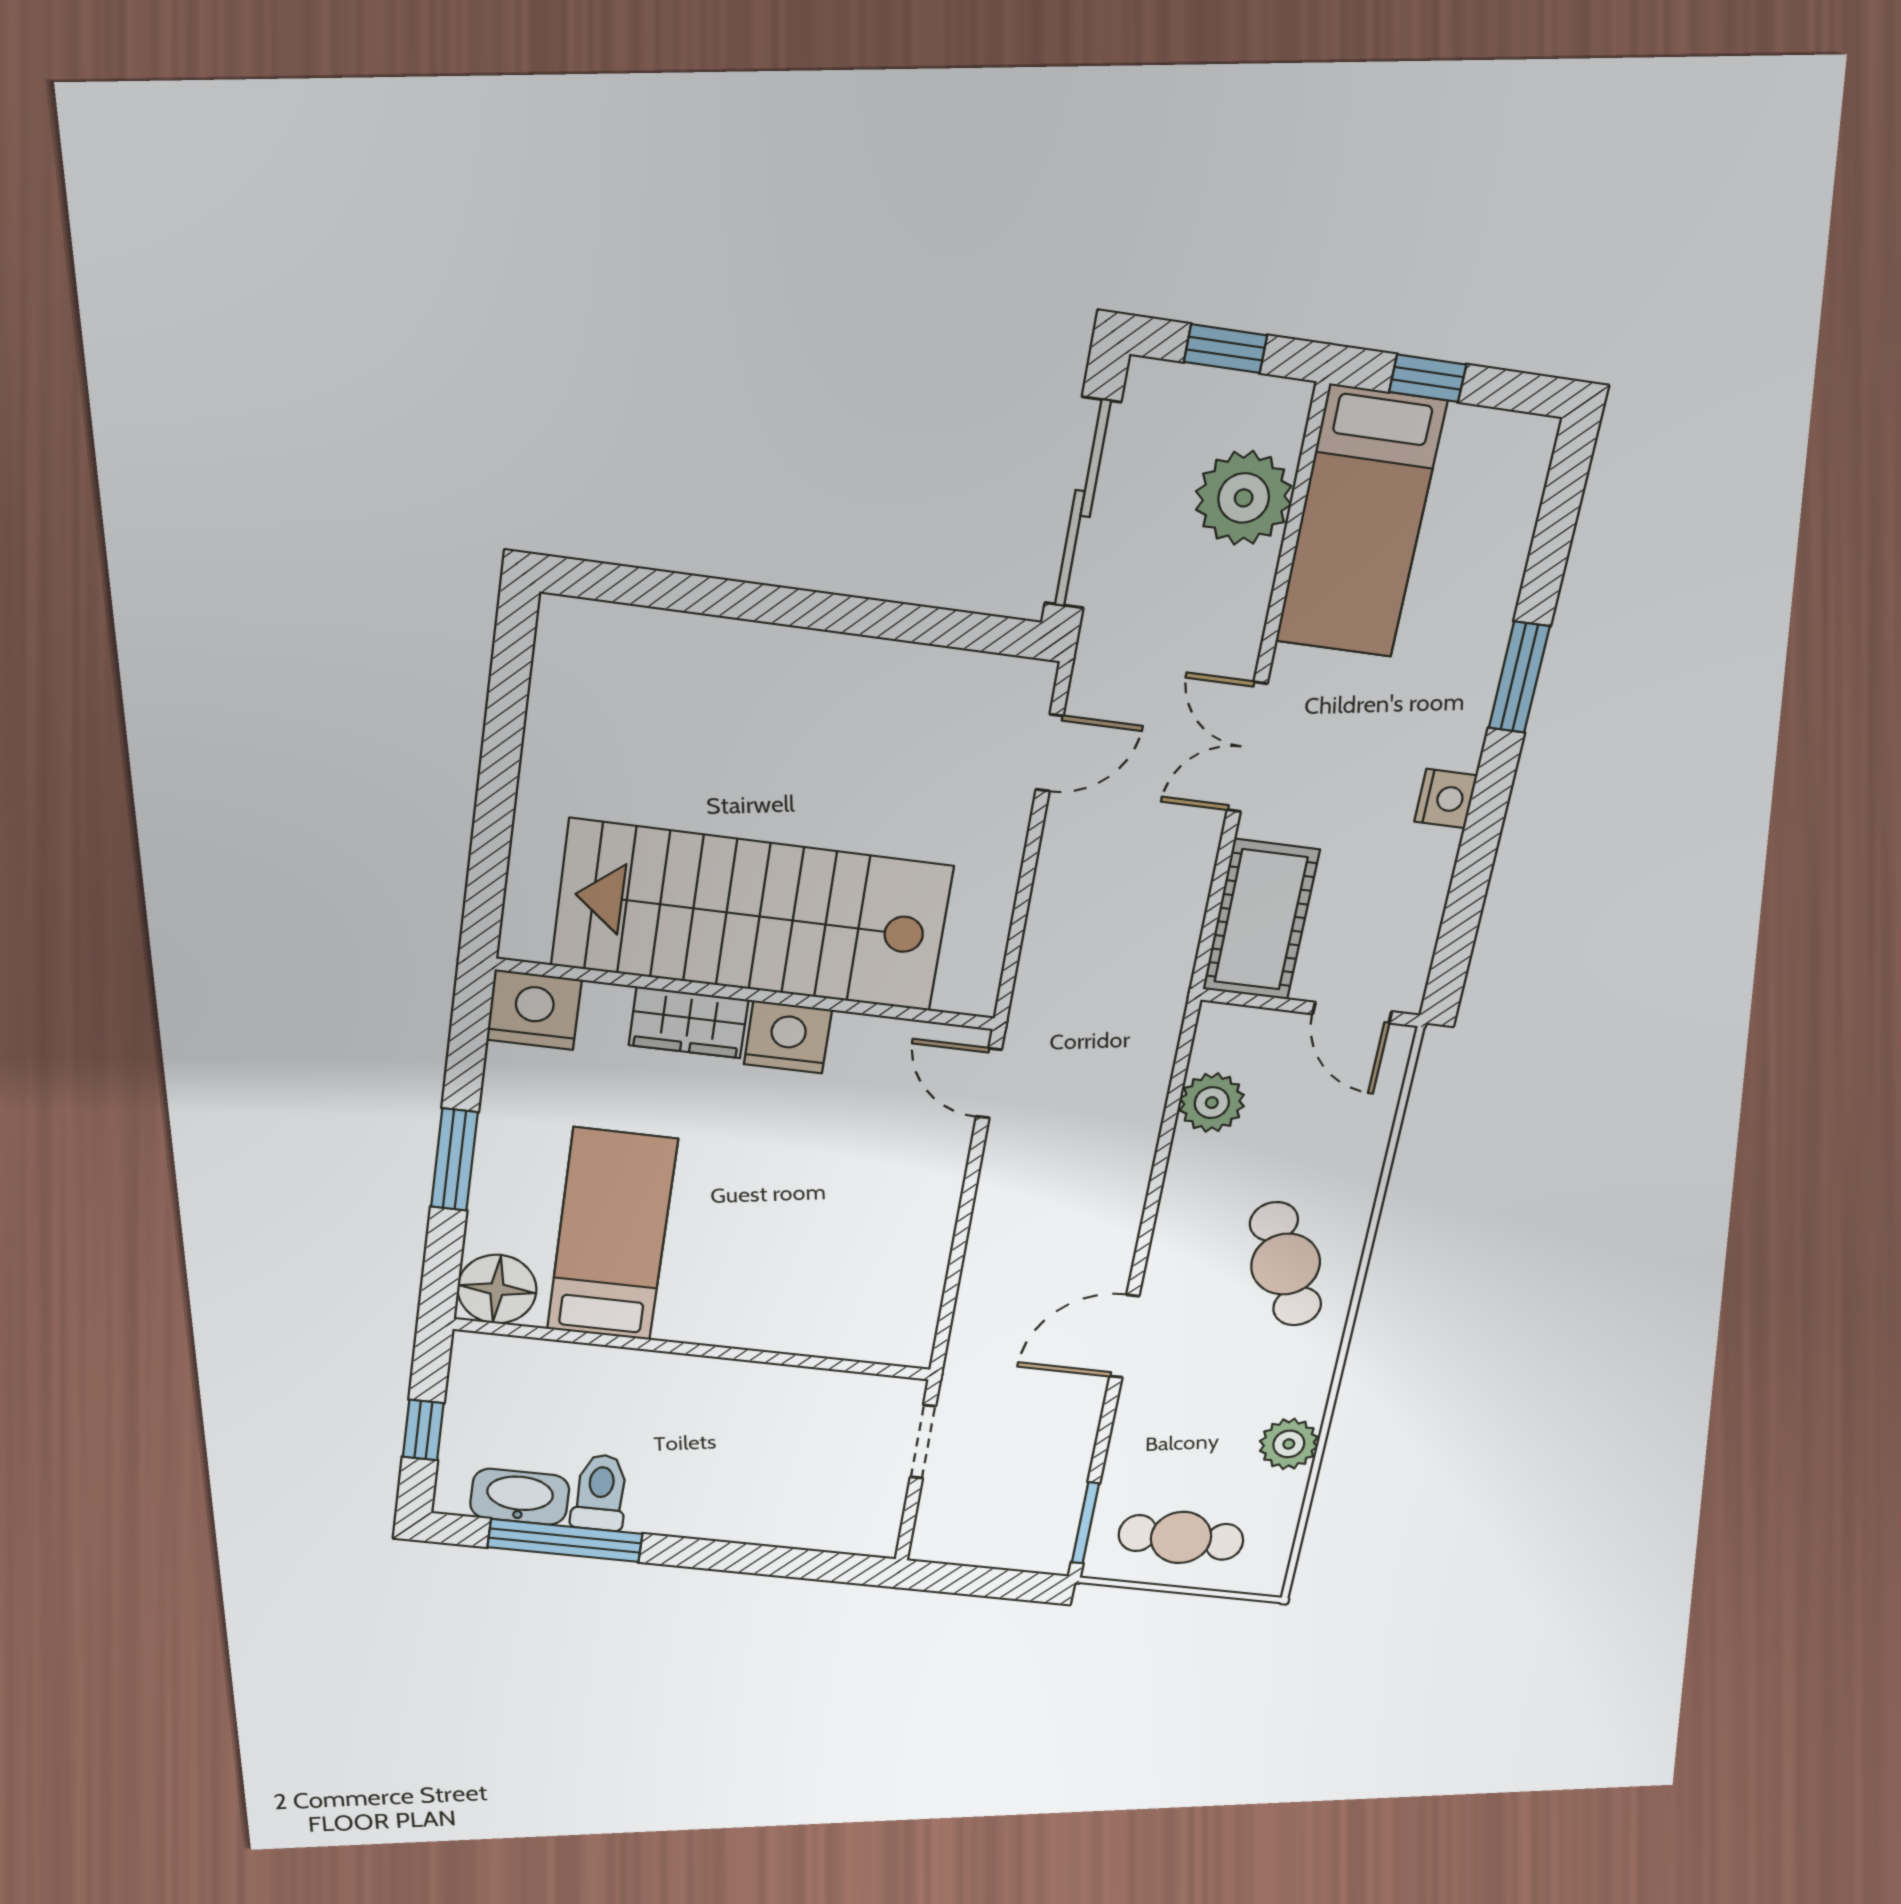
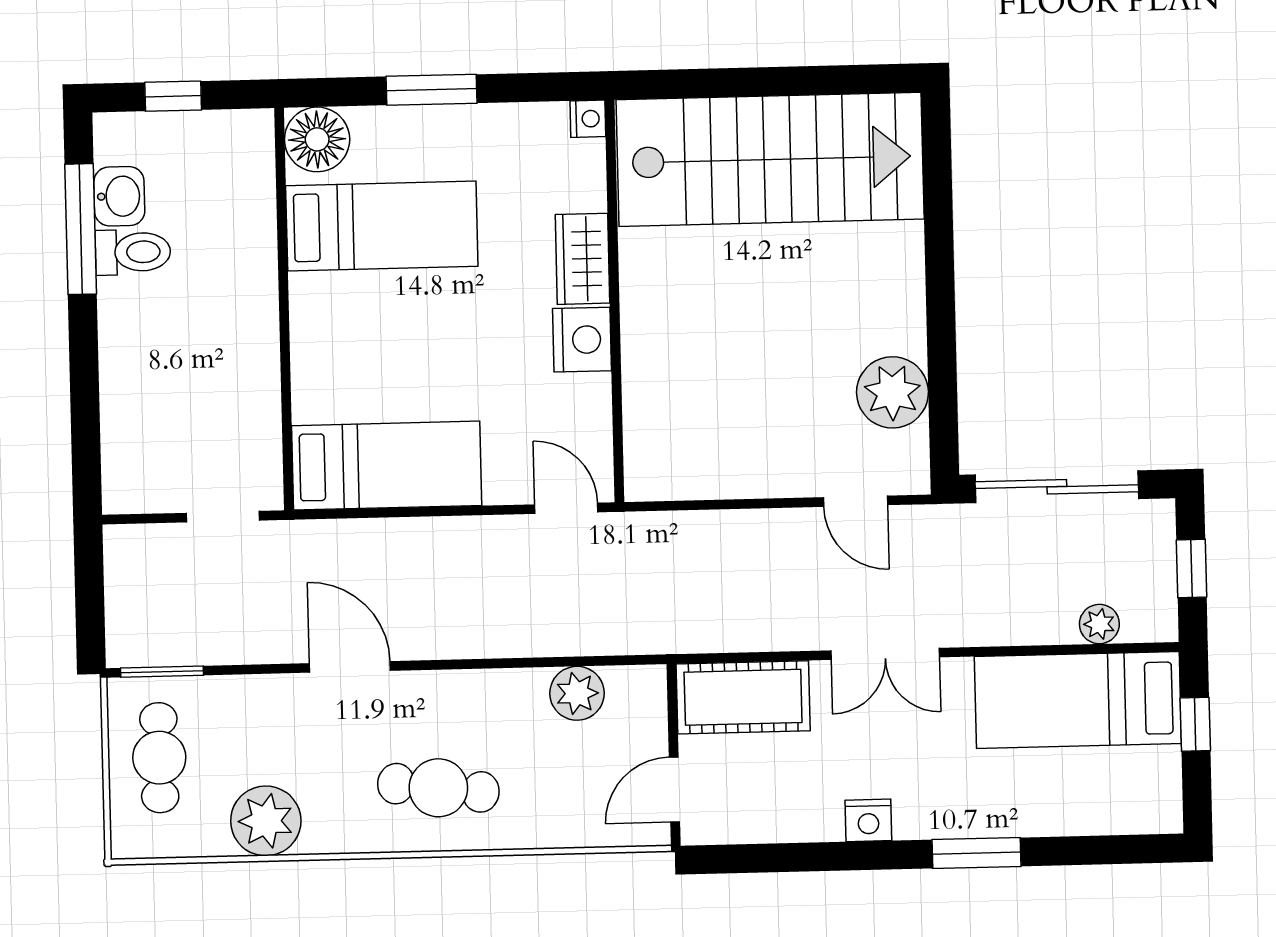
plant: (1244, 498) -> (1099, 624), width x0.53, depth x0.53
plant: (921, 687) -> (892, 392), added
double door: (1247, 747) -> (885, 654), swing flipped
stairs: (752, 916) -> (770, 159), moved, turned 90
nightstand: (534, 1010) -> (588, 119), width x0.53, depth x0.56
door: (989, 1083) -> (566, 508), hinge flipped
cafe table: (1286, 1264) -> (438, 788), turned 32
bed: (898, 1268) -> (387, 466), added
plant: (1289, 1444) -> (266, 821), width x1.36, depth x1.36
washbasin: (520, 1497) -> (119, 196), width x0.72

